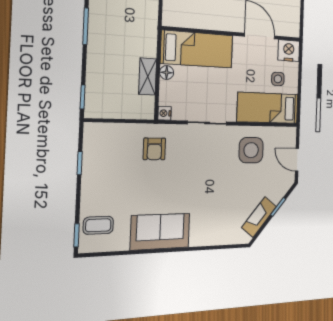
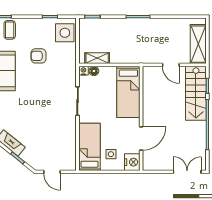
floor lamp: (167, 73) -> (94, 71), moved
shelving: (148, 76) -> (97, 58), moved
armchair: (154, 149) -> (39, 56), moved
side table: (251, 150) -> (65, 33), moved
door: (297, 160) -> (52, 172), swing flipped

